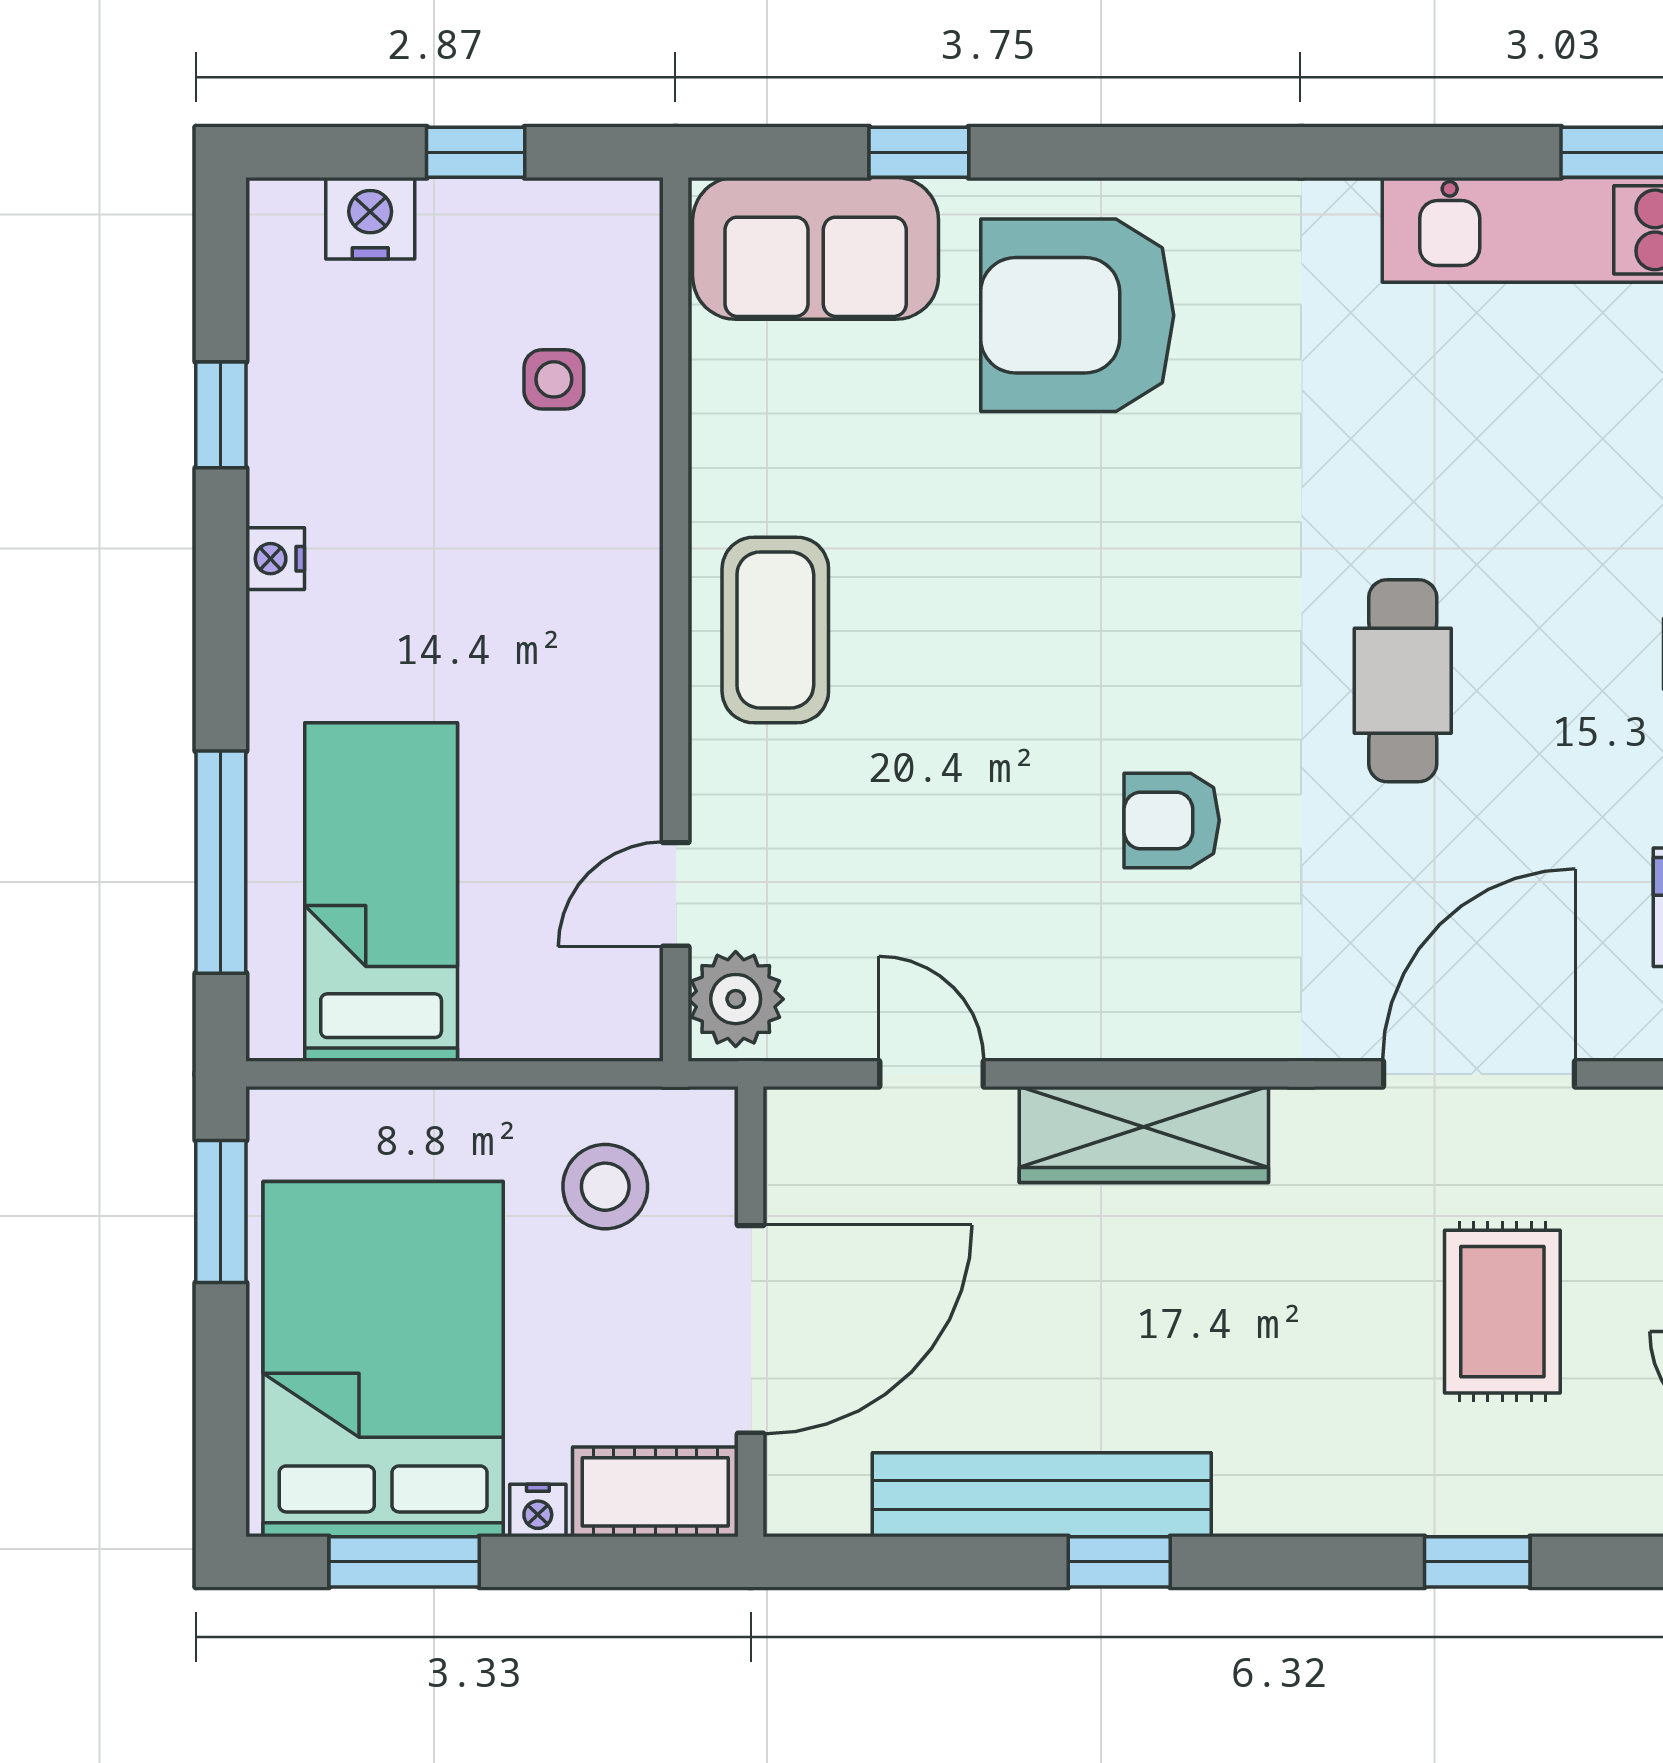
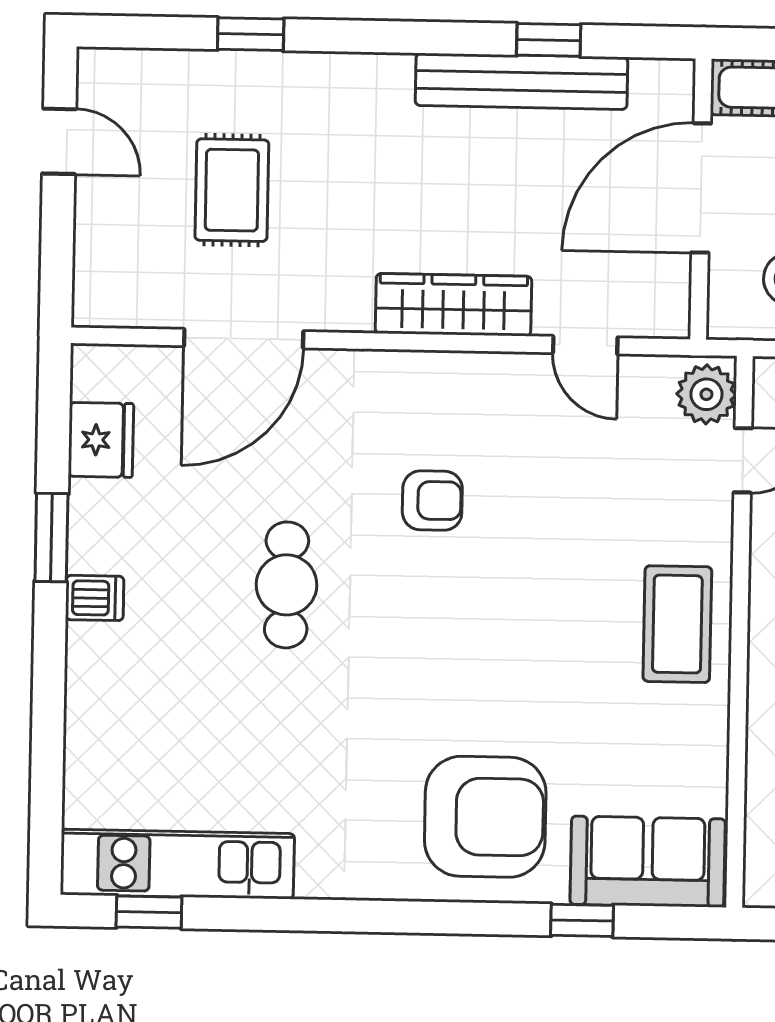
window: (1119, 1562) -> (549, 40), moved

